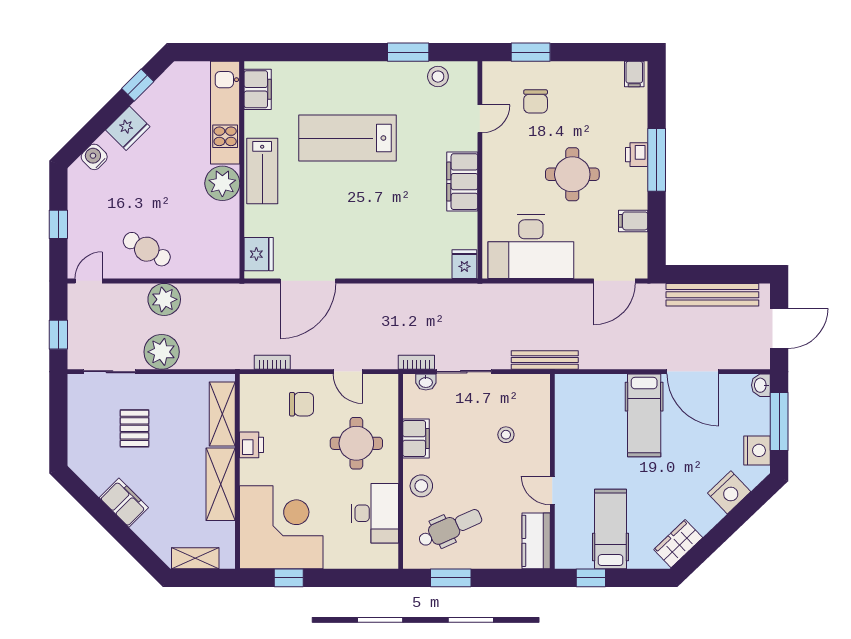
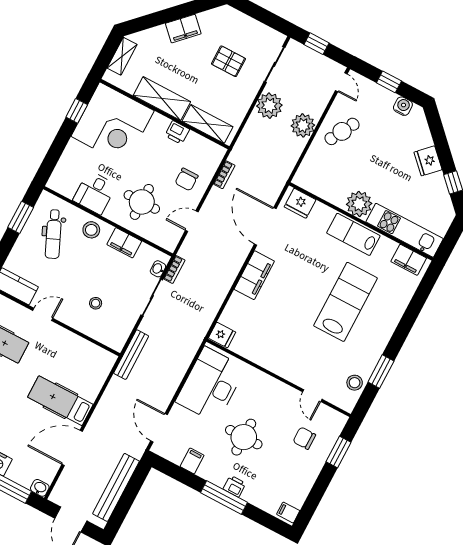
water cooler: (94, 157) -> (403, 106), moved, turned -45
filing cabinet: (462, 182) -> (254, 275), moved, turned 90
desk: (375, 513) -> (95, 193), width x0.73

